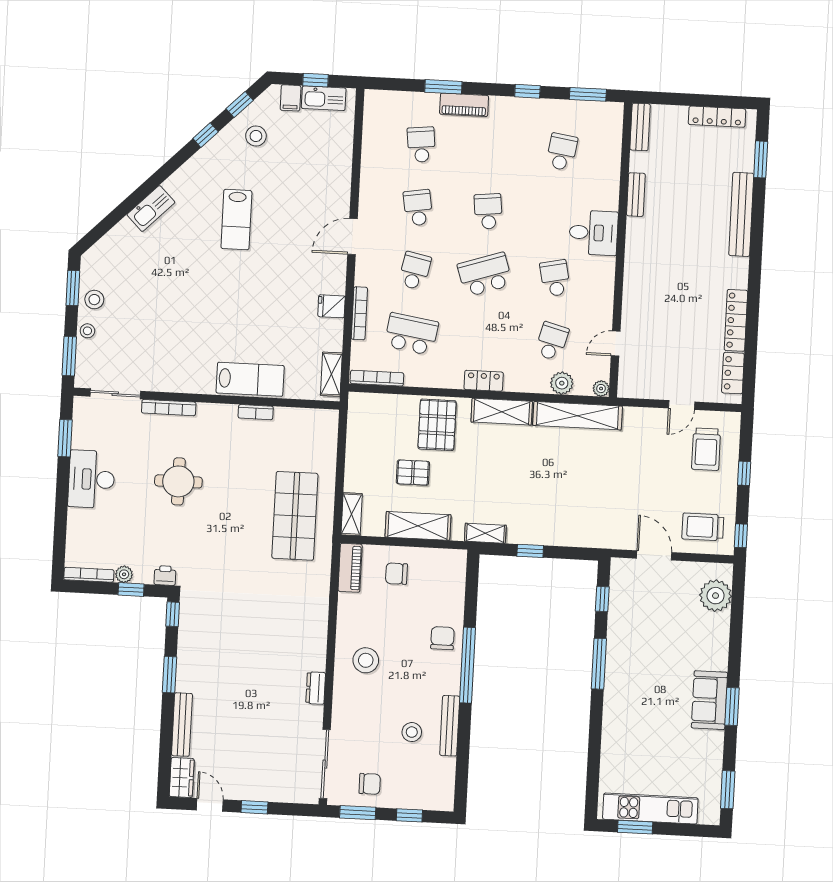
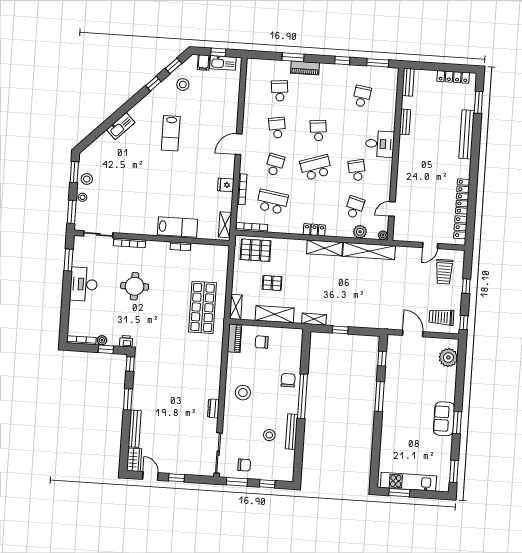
pallet: (437, 425) -> (256, 250), moved, turned 90

